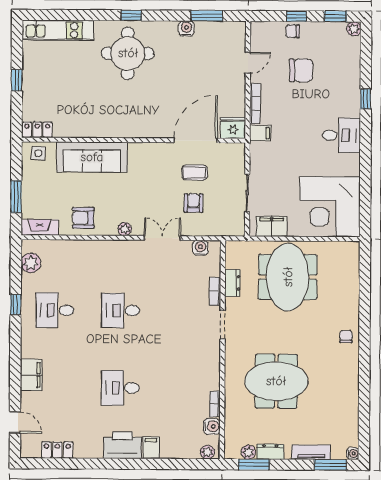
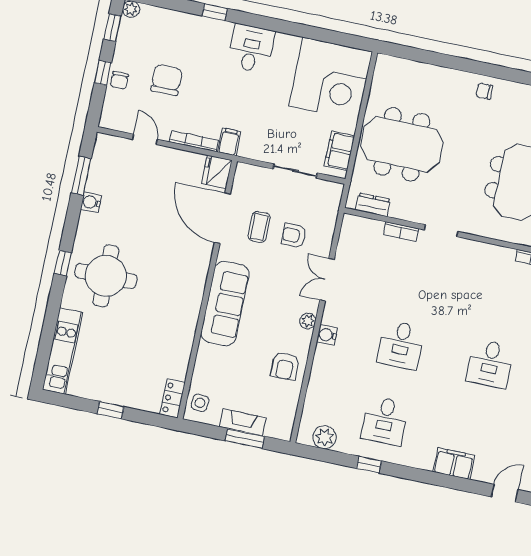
sofa: (92, 157) -> (225, 304), moved
fireplace: (40, 227) -> (243, 422), moved, turned 90
water cooler: (200, 248) -> (327, 335), moved
dresser: (232, 283) -> (373, 205), moved

